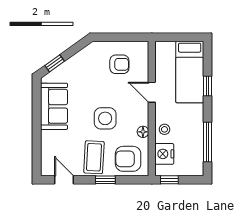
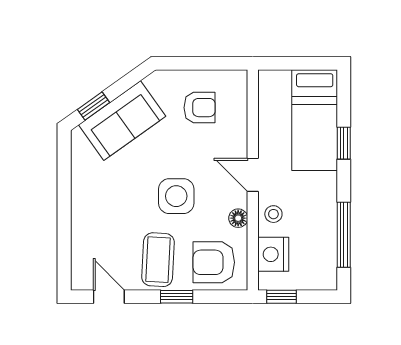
door: (152, 92) -> (253, 175), moved
sofa: (54, 106) -> (122, 121), moved, turned 55

